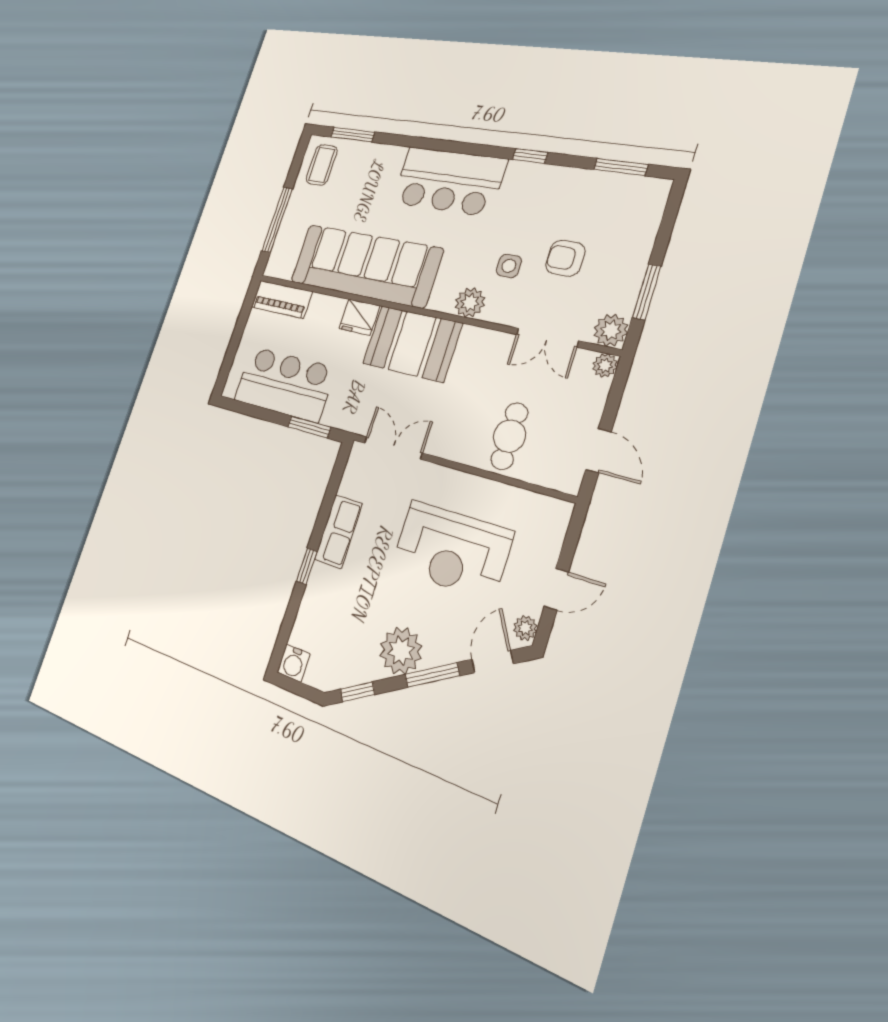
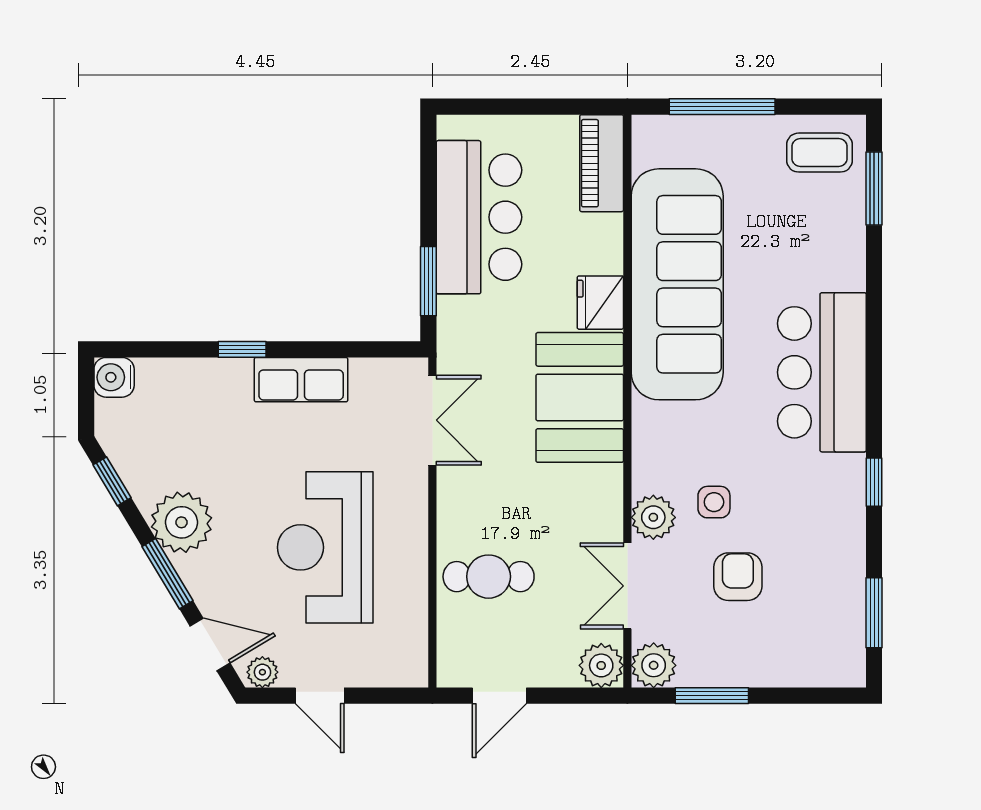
plant: (470, 302) -> (653, 517), moved
plant: (605, 365) -> (601, 665), width x1.38, depth x1.38

